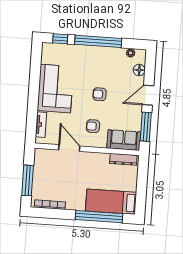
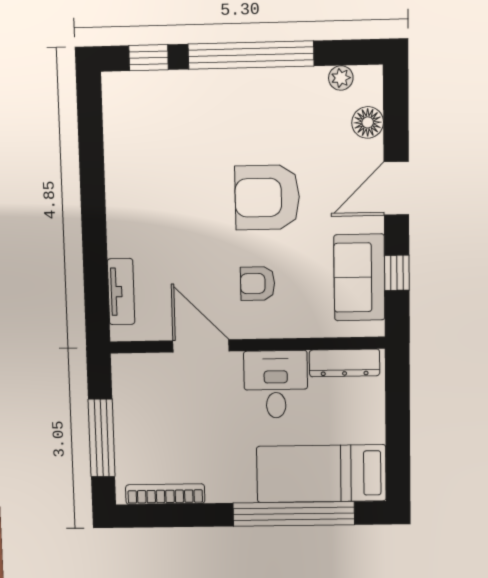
corner sofa: (55, 89) -> (149, 193), removed
armchair: (100, 94) -> (267, 197), width x1.88, depth x1.88
window: (146, 127) -> (397, 273), width x0.46
sofa: (124, 140) -> (359, 277), moved, turned -90
desk: (97, 165) -> (276, 384), added

